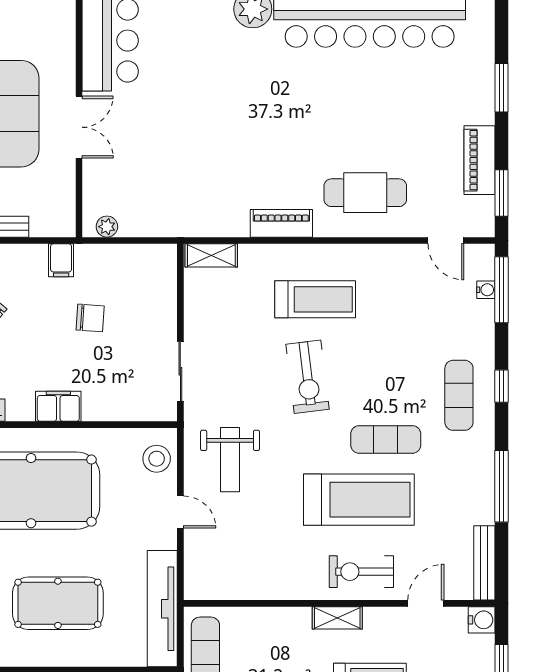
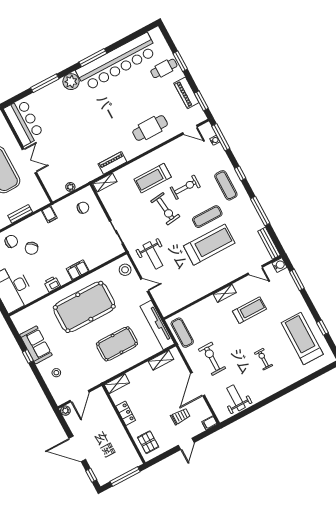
cafe table: (460, 85) -> (164, 68), added
piano: (281, 223) -> (112, 163), moved
plant: (107, 227) -> (70, 187), moved
treadmill: (315, 299) -> (153, 178), turned 180
chair: (90, 318) -> (83, 208), moved
exercise bike: (361, 572) -> (185, 187), moved, turned 180
door: (426, 603) -> (255, 270), swing flipped

